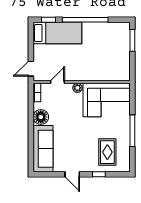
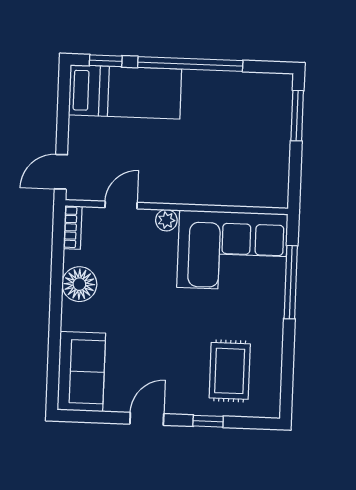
window: (132, 131) -> (291, 282), moved
sofa: (43, 149) -> (81, 372), width x0.73
door: (72, 174) -> (147, 419), swing flipped

